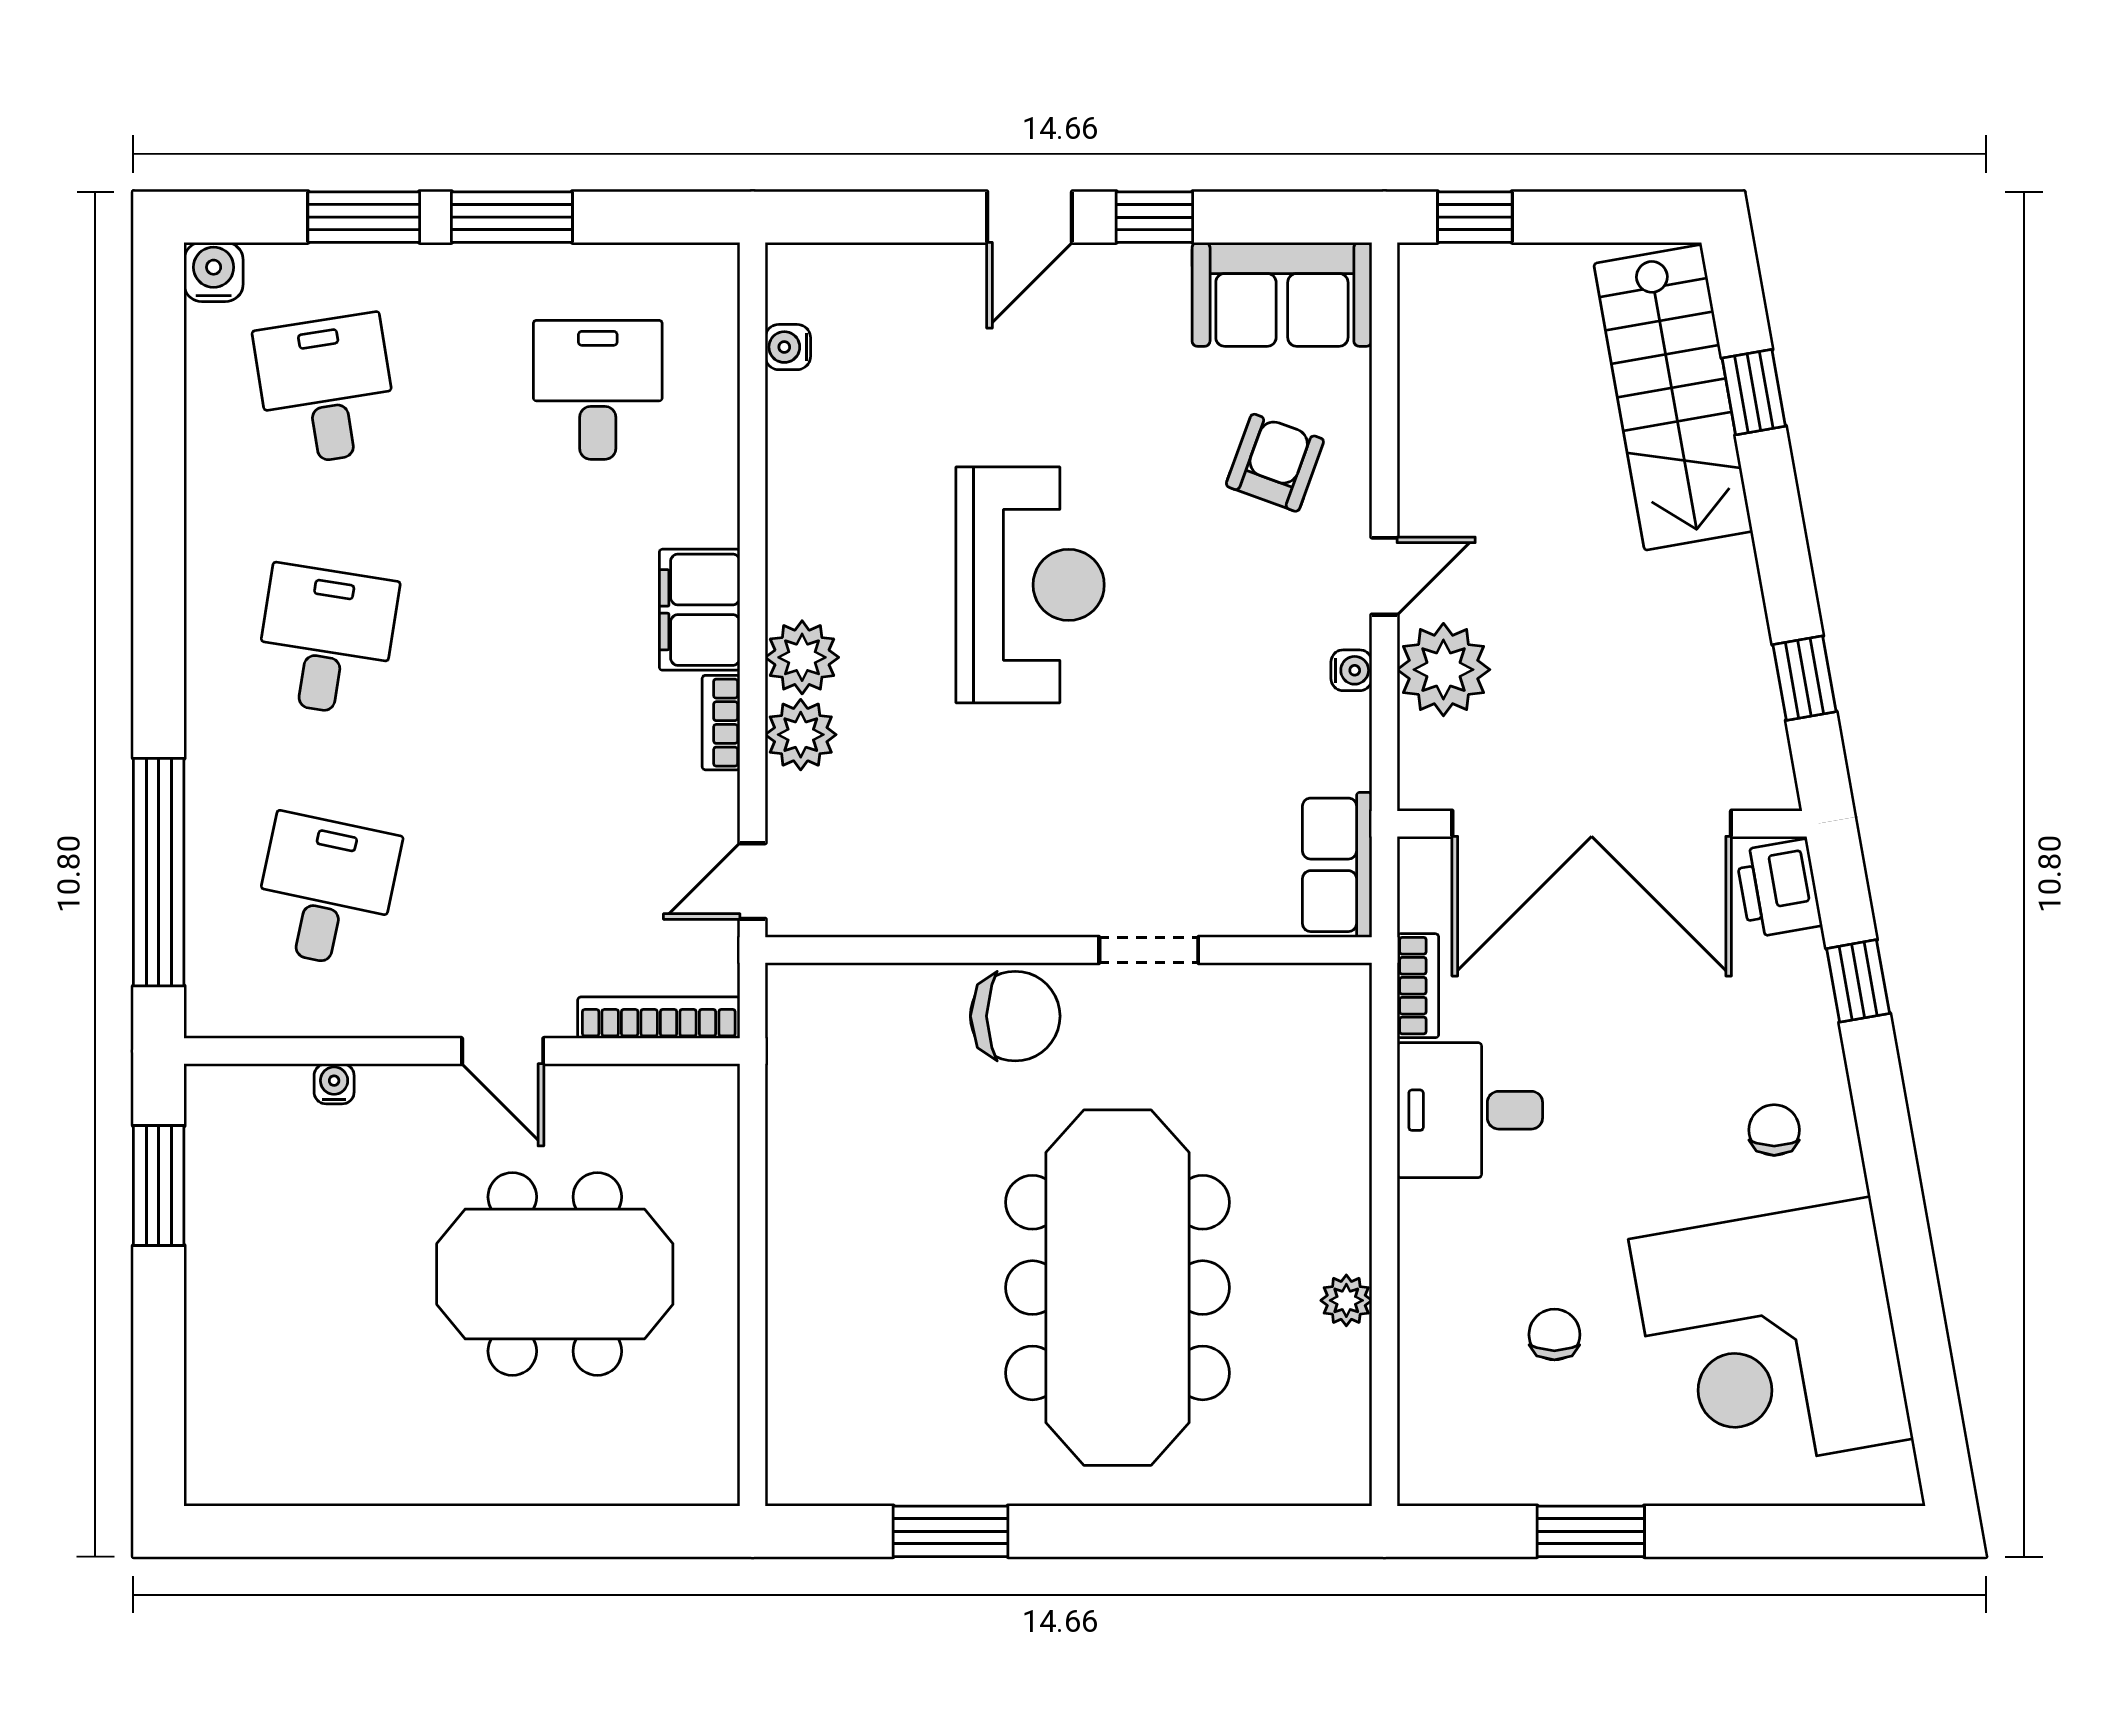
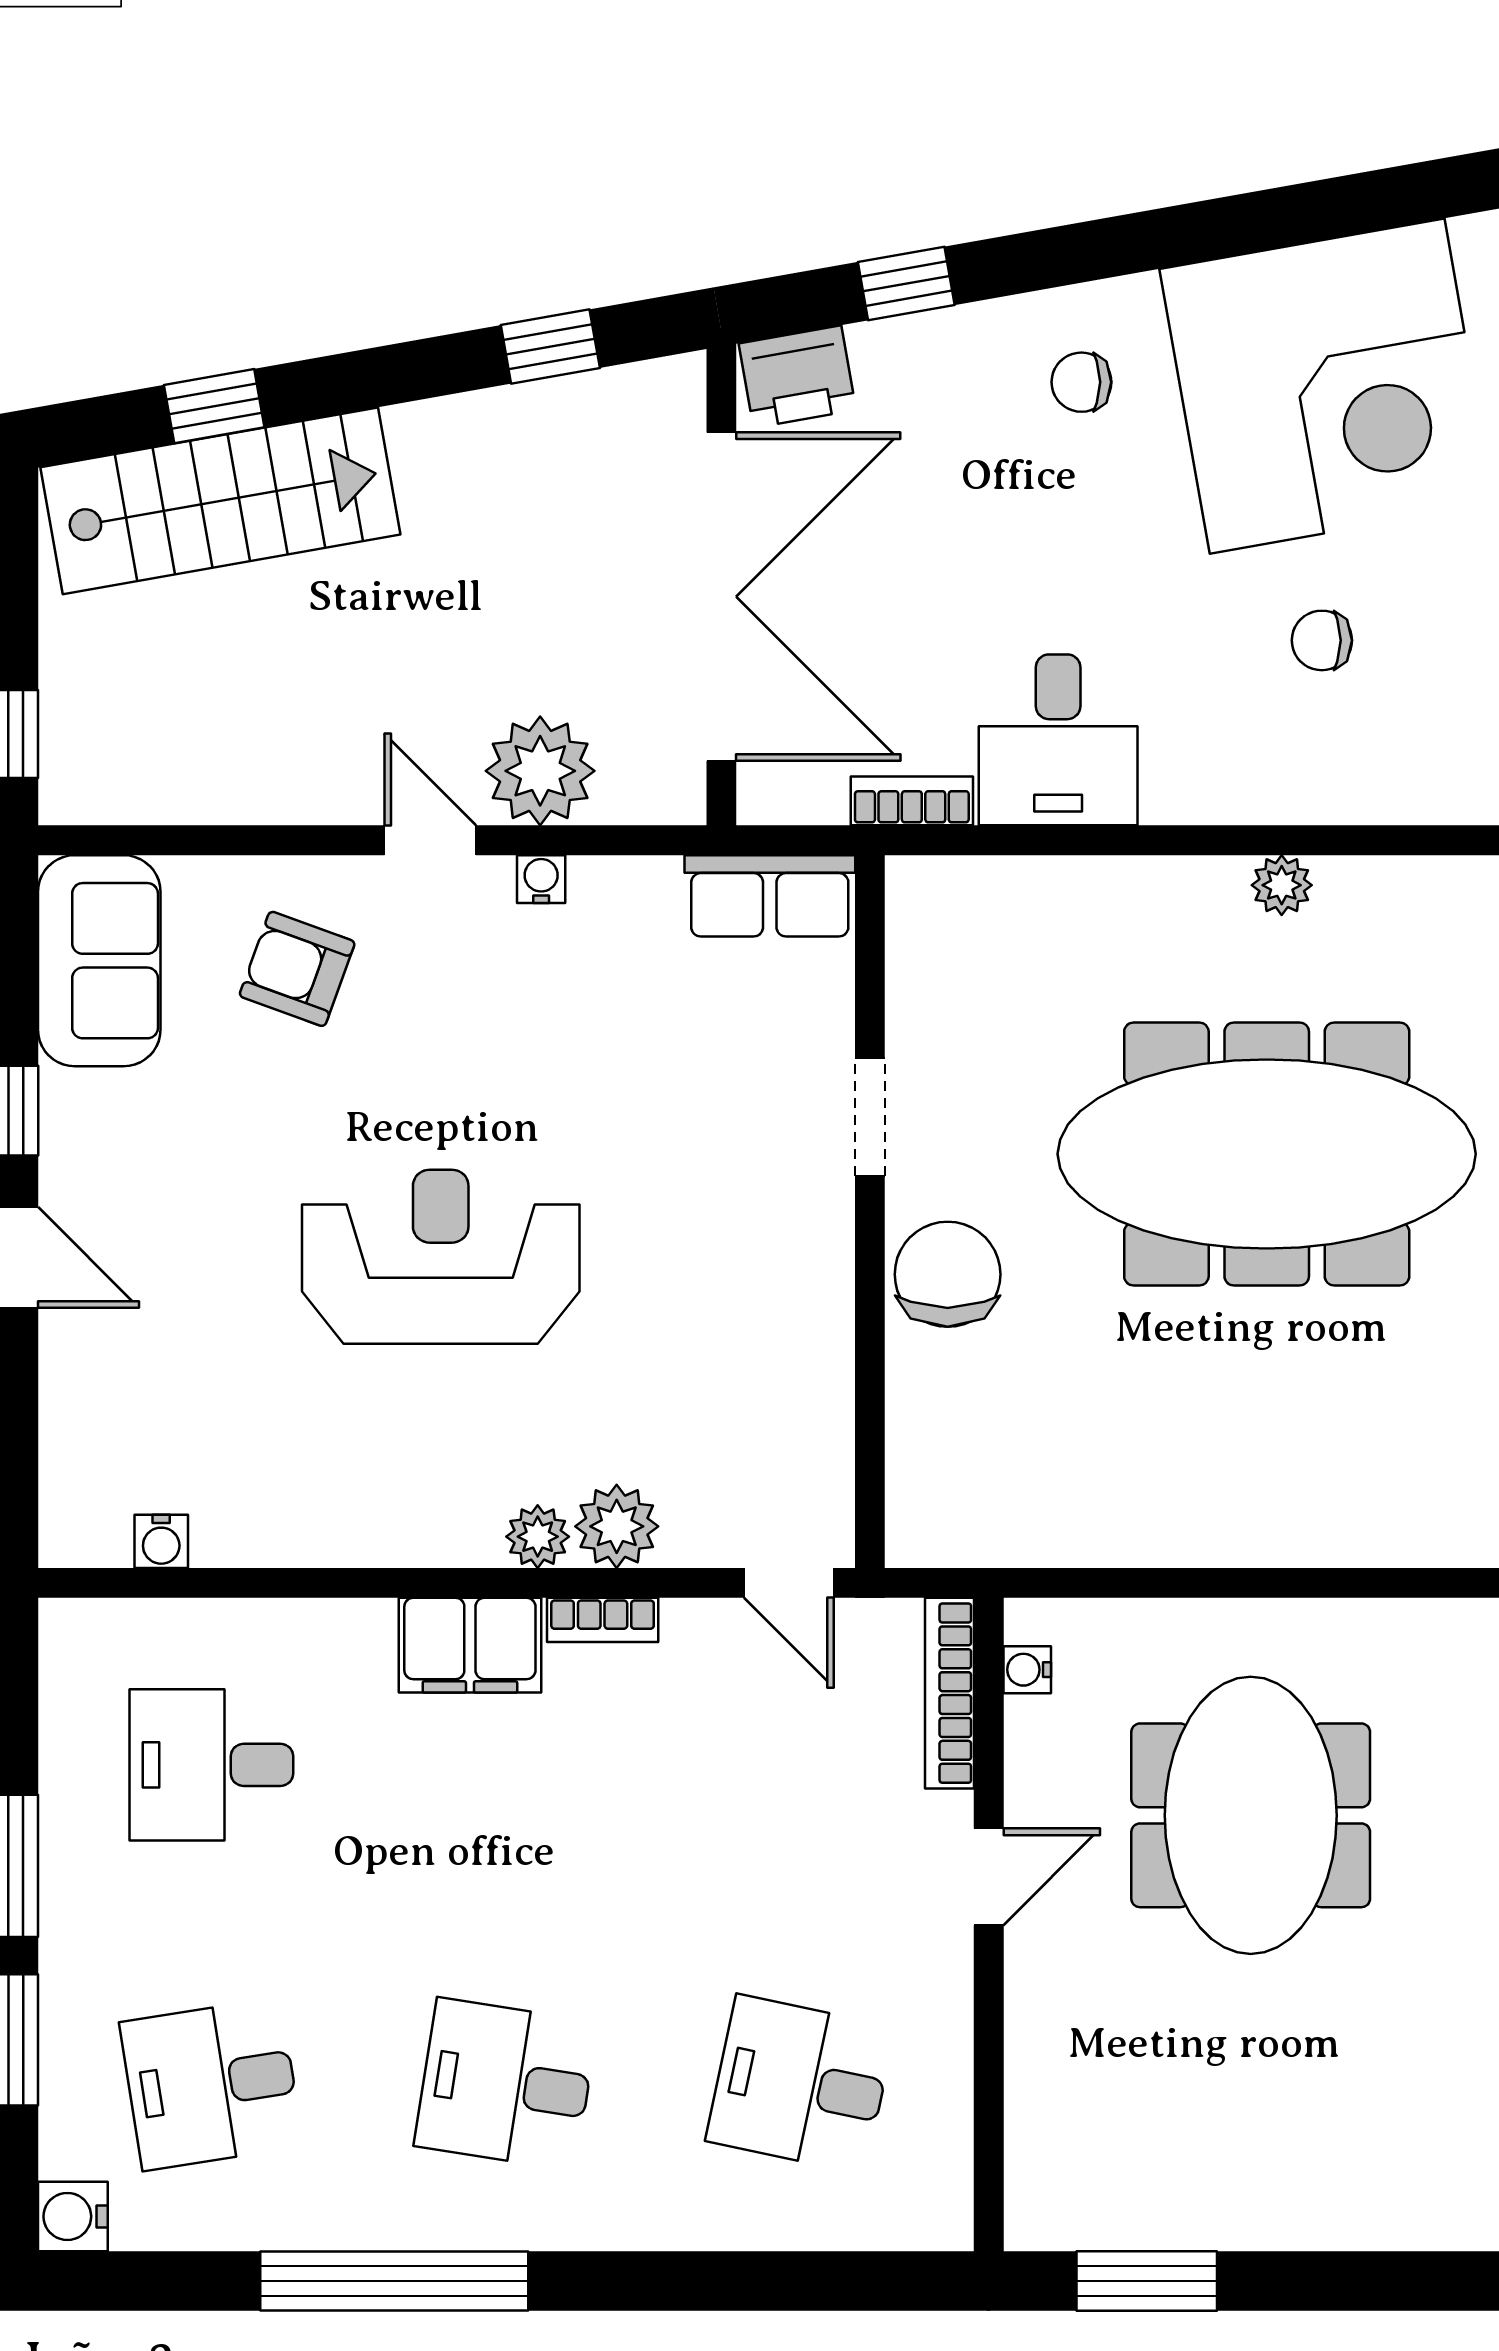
plant: (802, 657) -> (538, 1537), width x0.73, depth x0.73
window: (159, 872) -> (394, 2281), moved
water cooler: (334, 1084) -> (1027, 1670), moved

